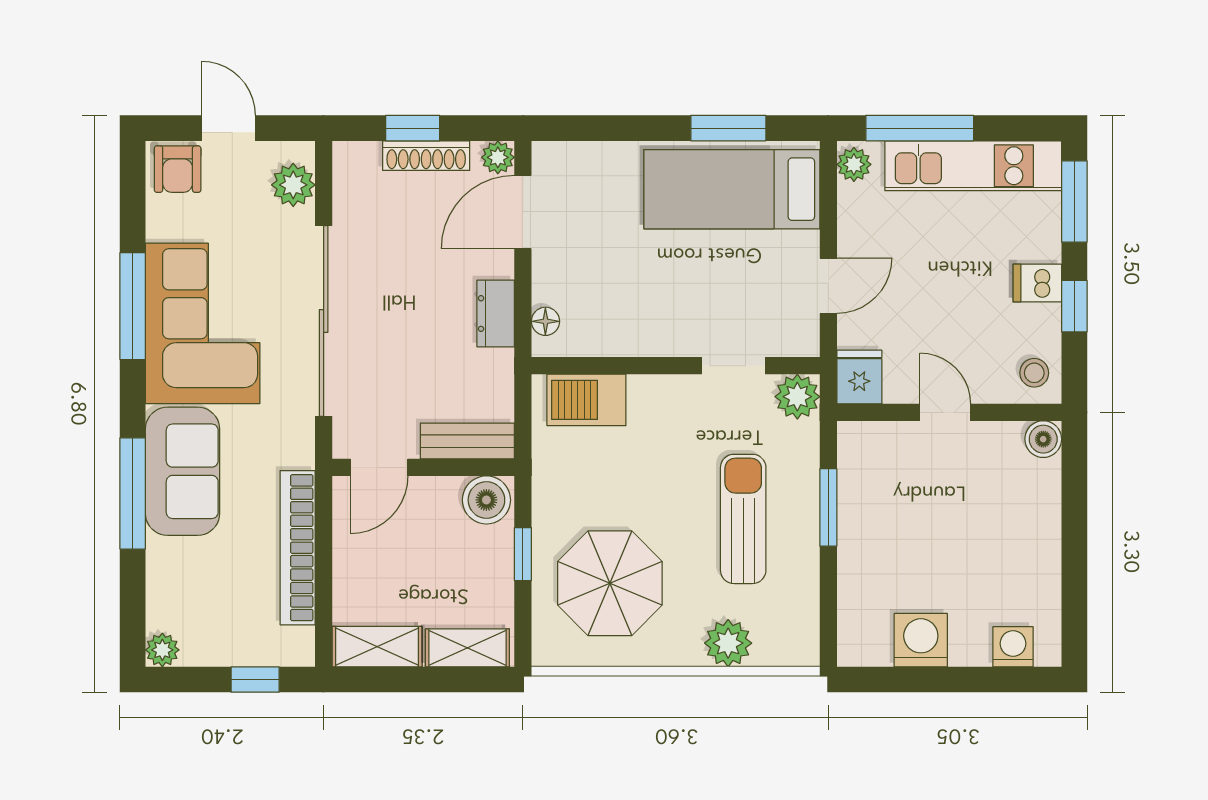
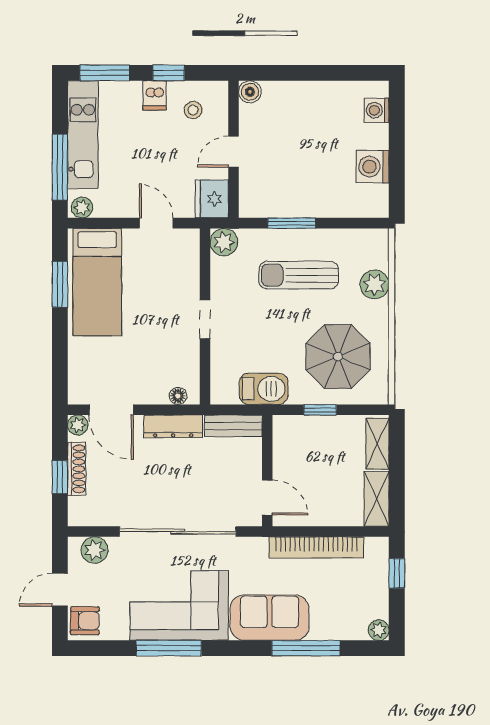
dresser: (496, 314) -> (173, 426), width x1.44
doorway: (733, 366) -> (205, 319), moved
stool: (1034, 373) -> (193, 110), moved
fridge: (859, 377) -> (212, 199), width x1.38
barbecue: (586, 400) -> (264, 389), moved, turned -90
bench: (467, 441) -> (233, 426), moved, turned 90
window: (133, 493) -> (306, 648), moved
boiler: (486, 500) -> (287, 432), removed

